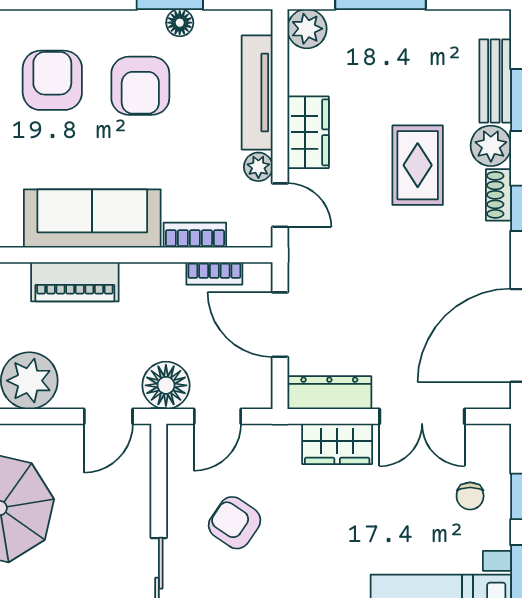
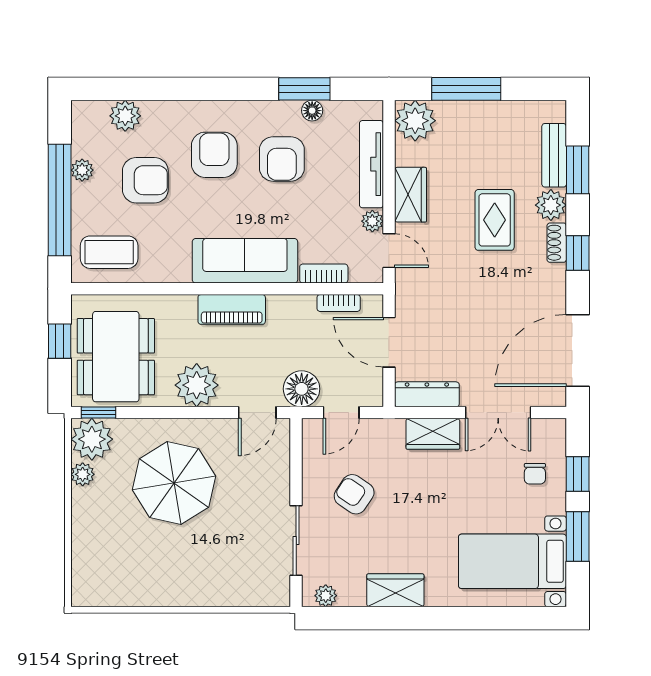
plant: (307, 29) -> (415, 121), width x1.36, depth x1.36

